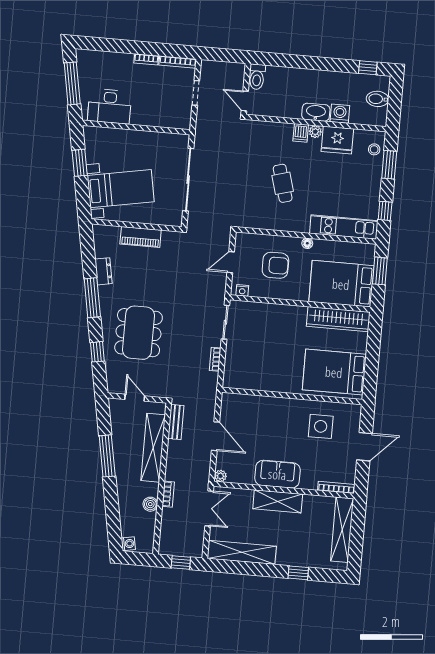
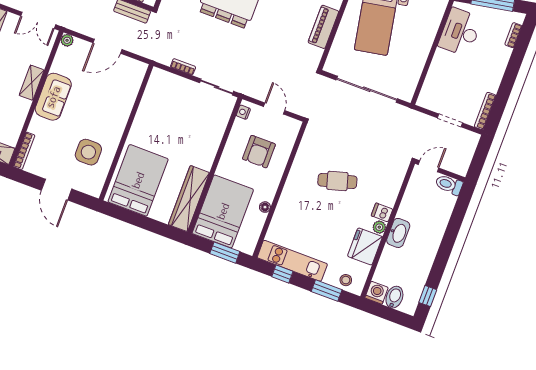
bookcase: (146, 59) -> (513, 35), moved
washing machine: (340, 114) -> (377, 293), moved, turned -90
kitchen unit: (344, 227) -> (292, 261), moved, turned -90
floor lamp: (307, 243) -> (265, 207), moved
shelving: (278, 501) -> (32, 83), width x0.67, depth x0.75

